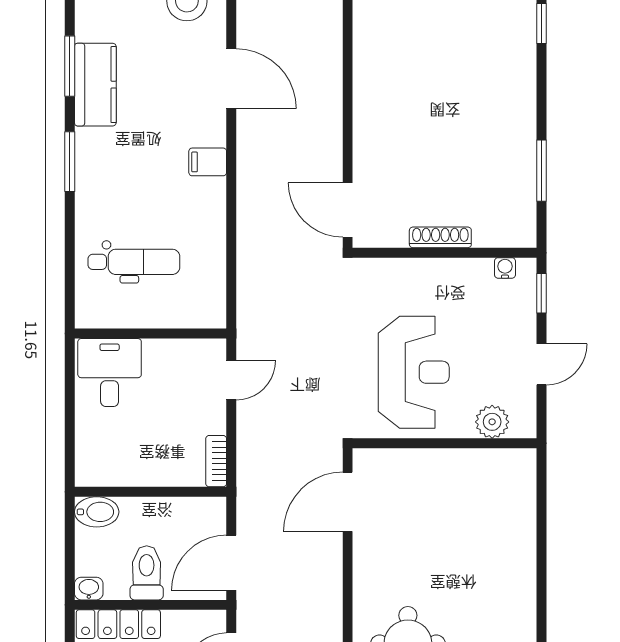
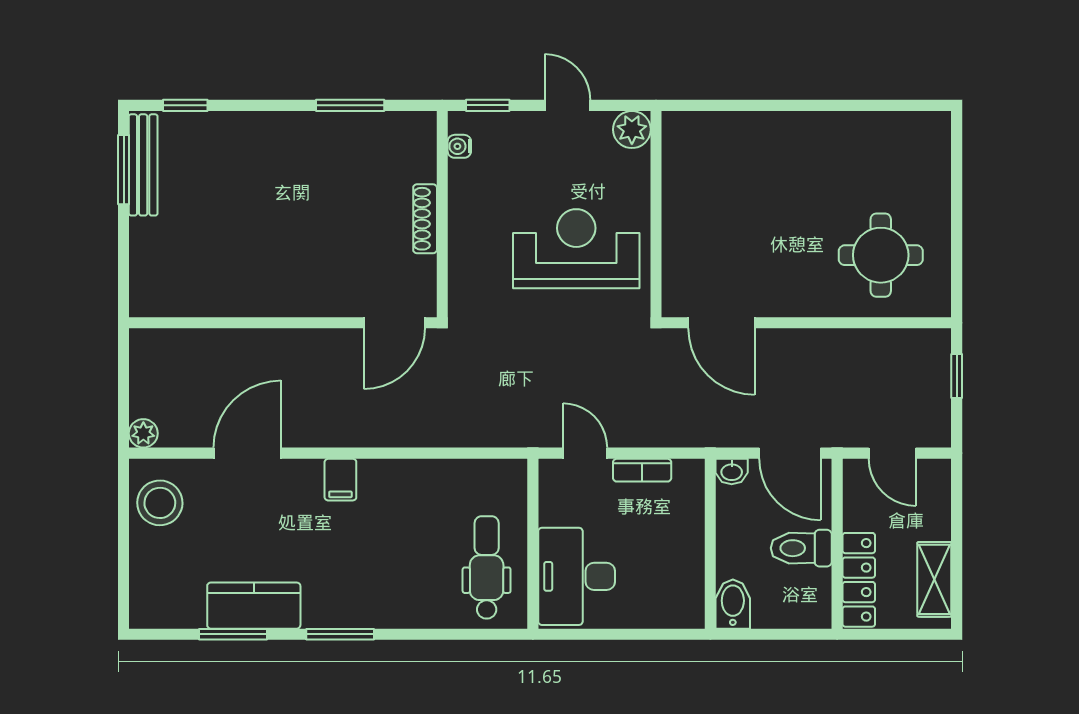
dental chair: (134, 262) -> (487, 567), moved
desk: (110, 372) -> (577, 576), width x1.37
plant: (492, 422) -> (632, 130), moved
bookcase: (216, 461) -> (642, 470), moved
washbasin: (89, 589) -> (732, 471), moved, turned -90

